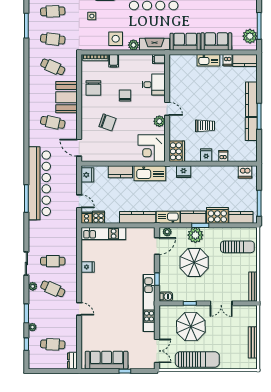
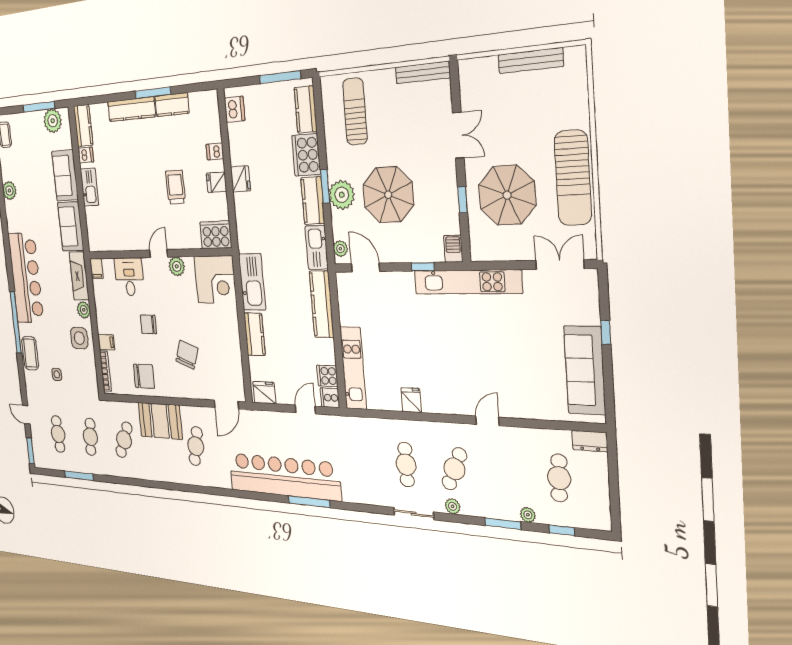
fridge: (184, 172) -> (240, 179), moved
sun lounger: (197, 360) -> (573, 178), turned 180

